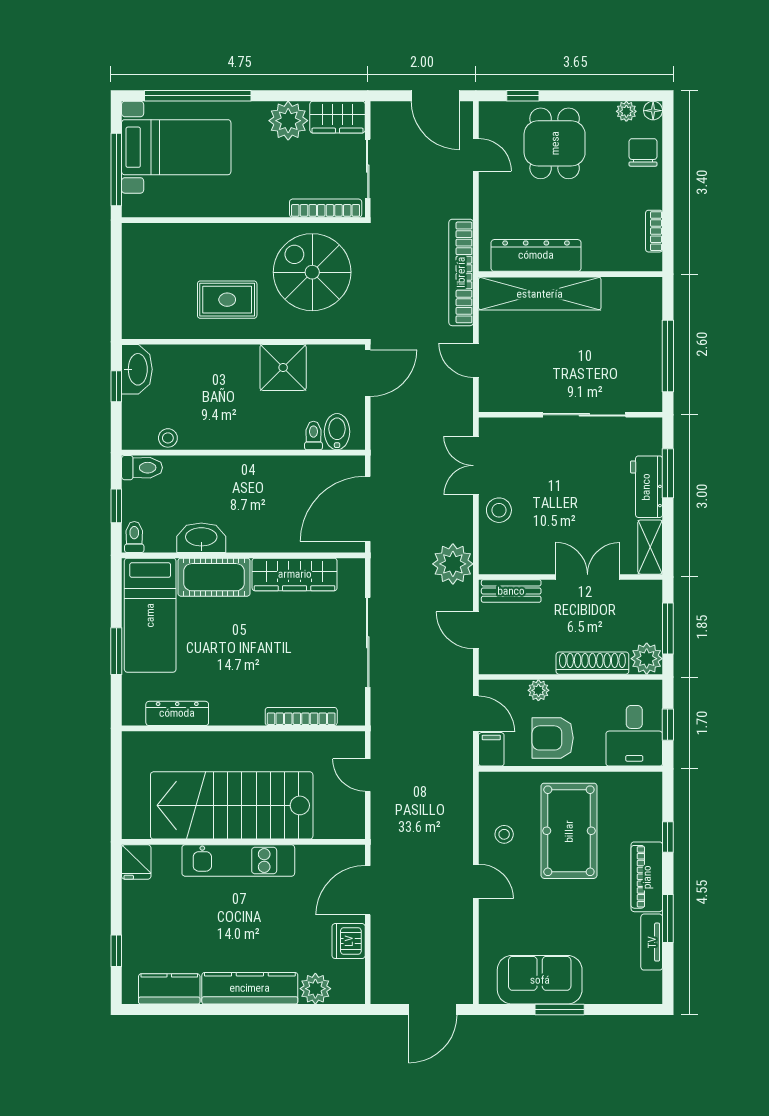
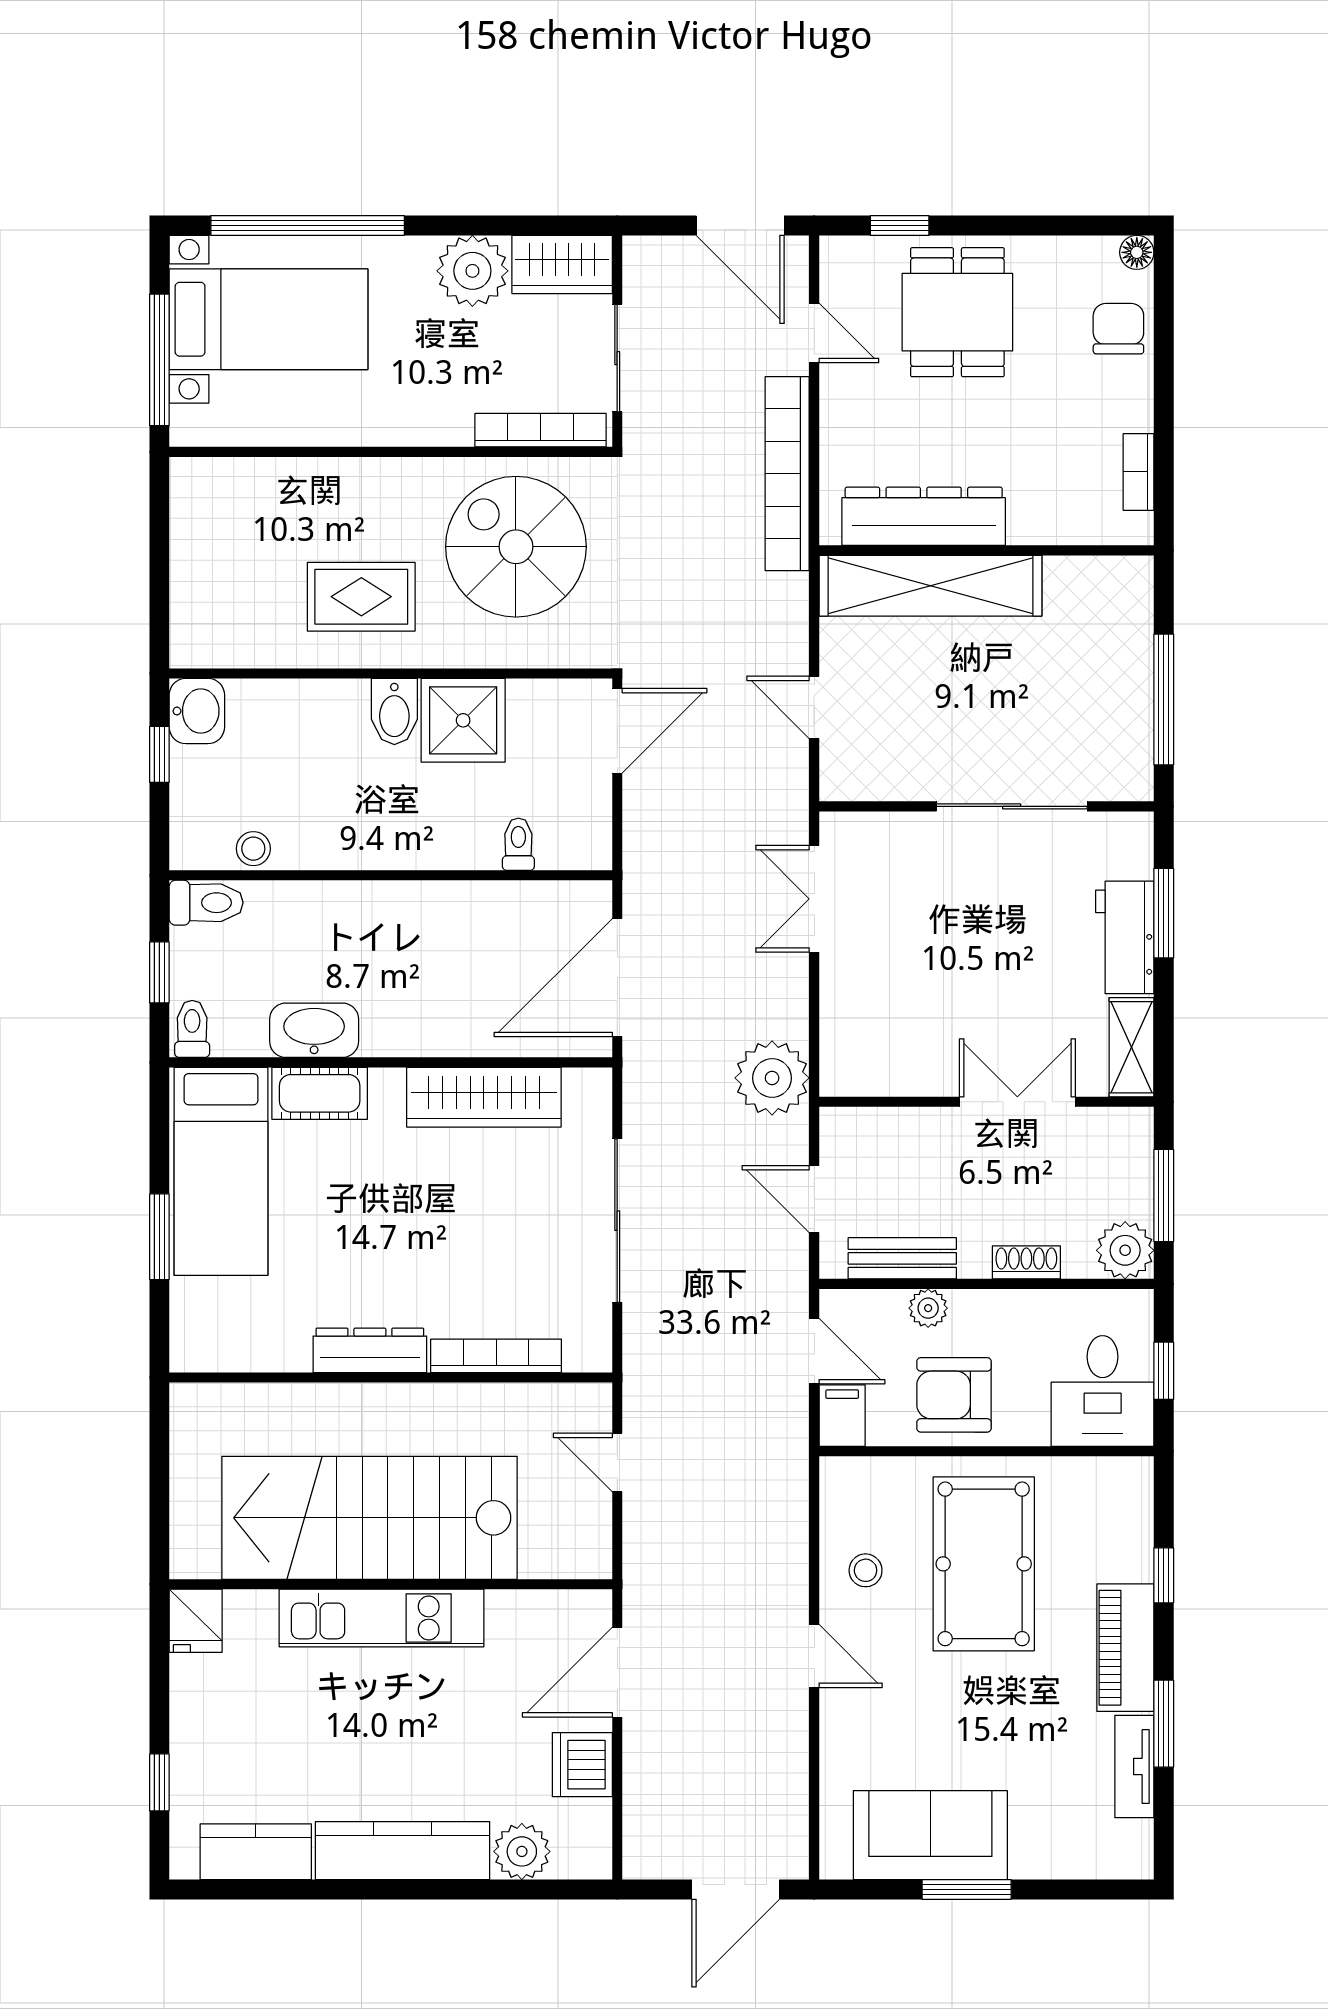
plant: (626, 111) -> (1088, 254), removed
bookcase: (461, 272) -> (787, 474), moved
washbasin: (137, 369) -> (197, 711), width x0.72
bidet: (337, 432) -> (394, 712), moved, turned 180
stool: (499, 510) -> (856, 980), removed
cot: (214, 577) -> (320, 1093), width x0.73, depth x0.75
bench: (511, 591) -> (902, 1258), moved
shoe rack: (592, 663) -> (1026, 1262), width x0.51, depth x0.81
dresser: (177, 713) -> (370, 1350), moved

